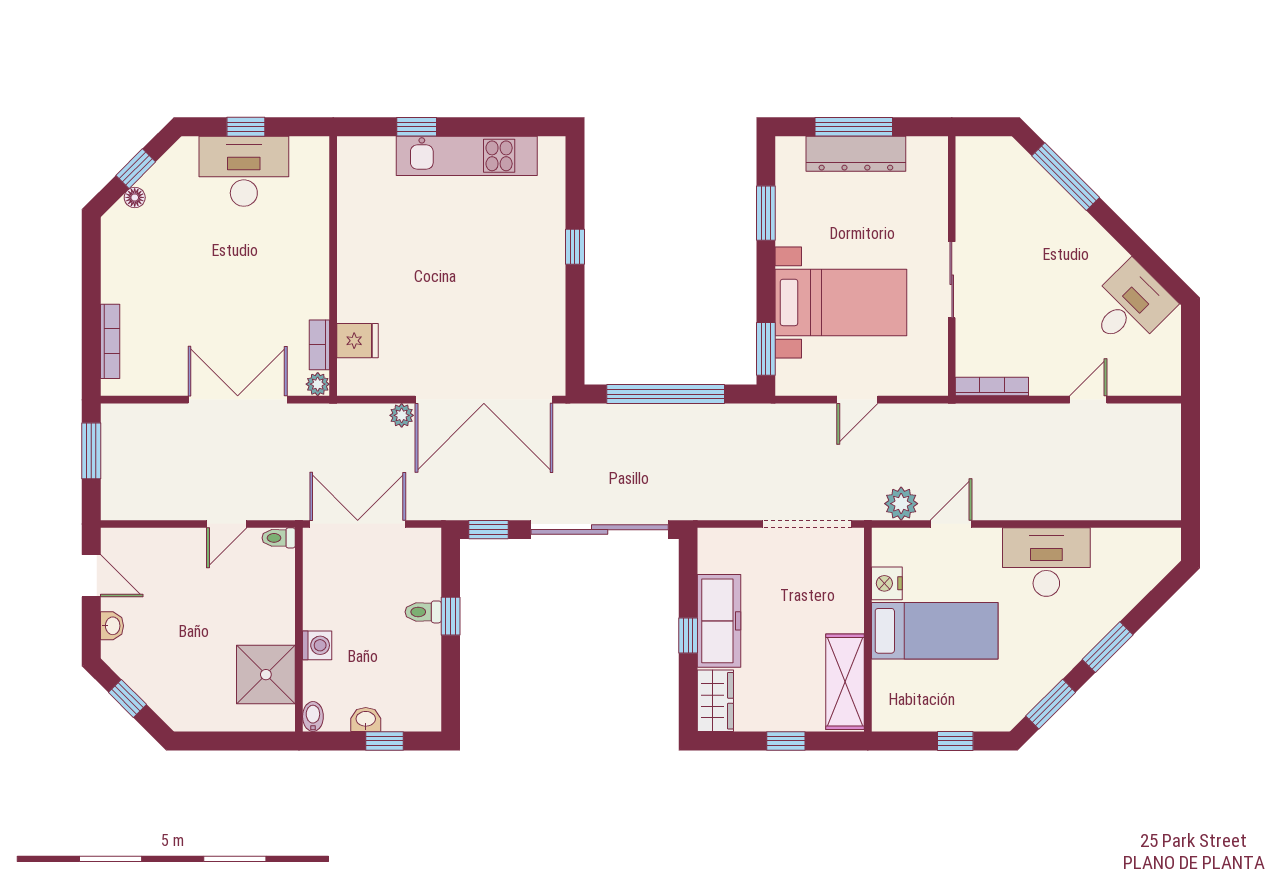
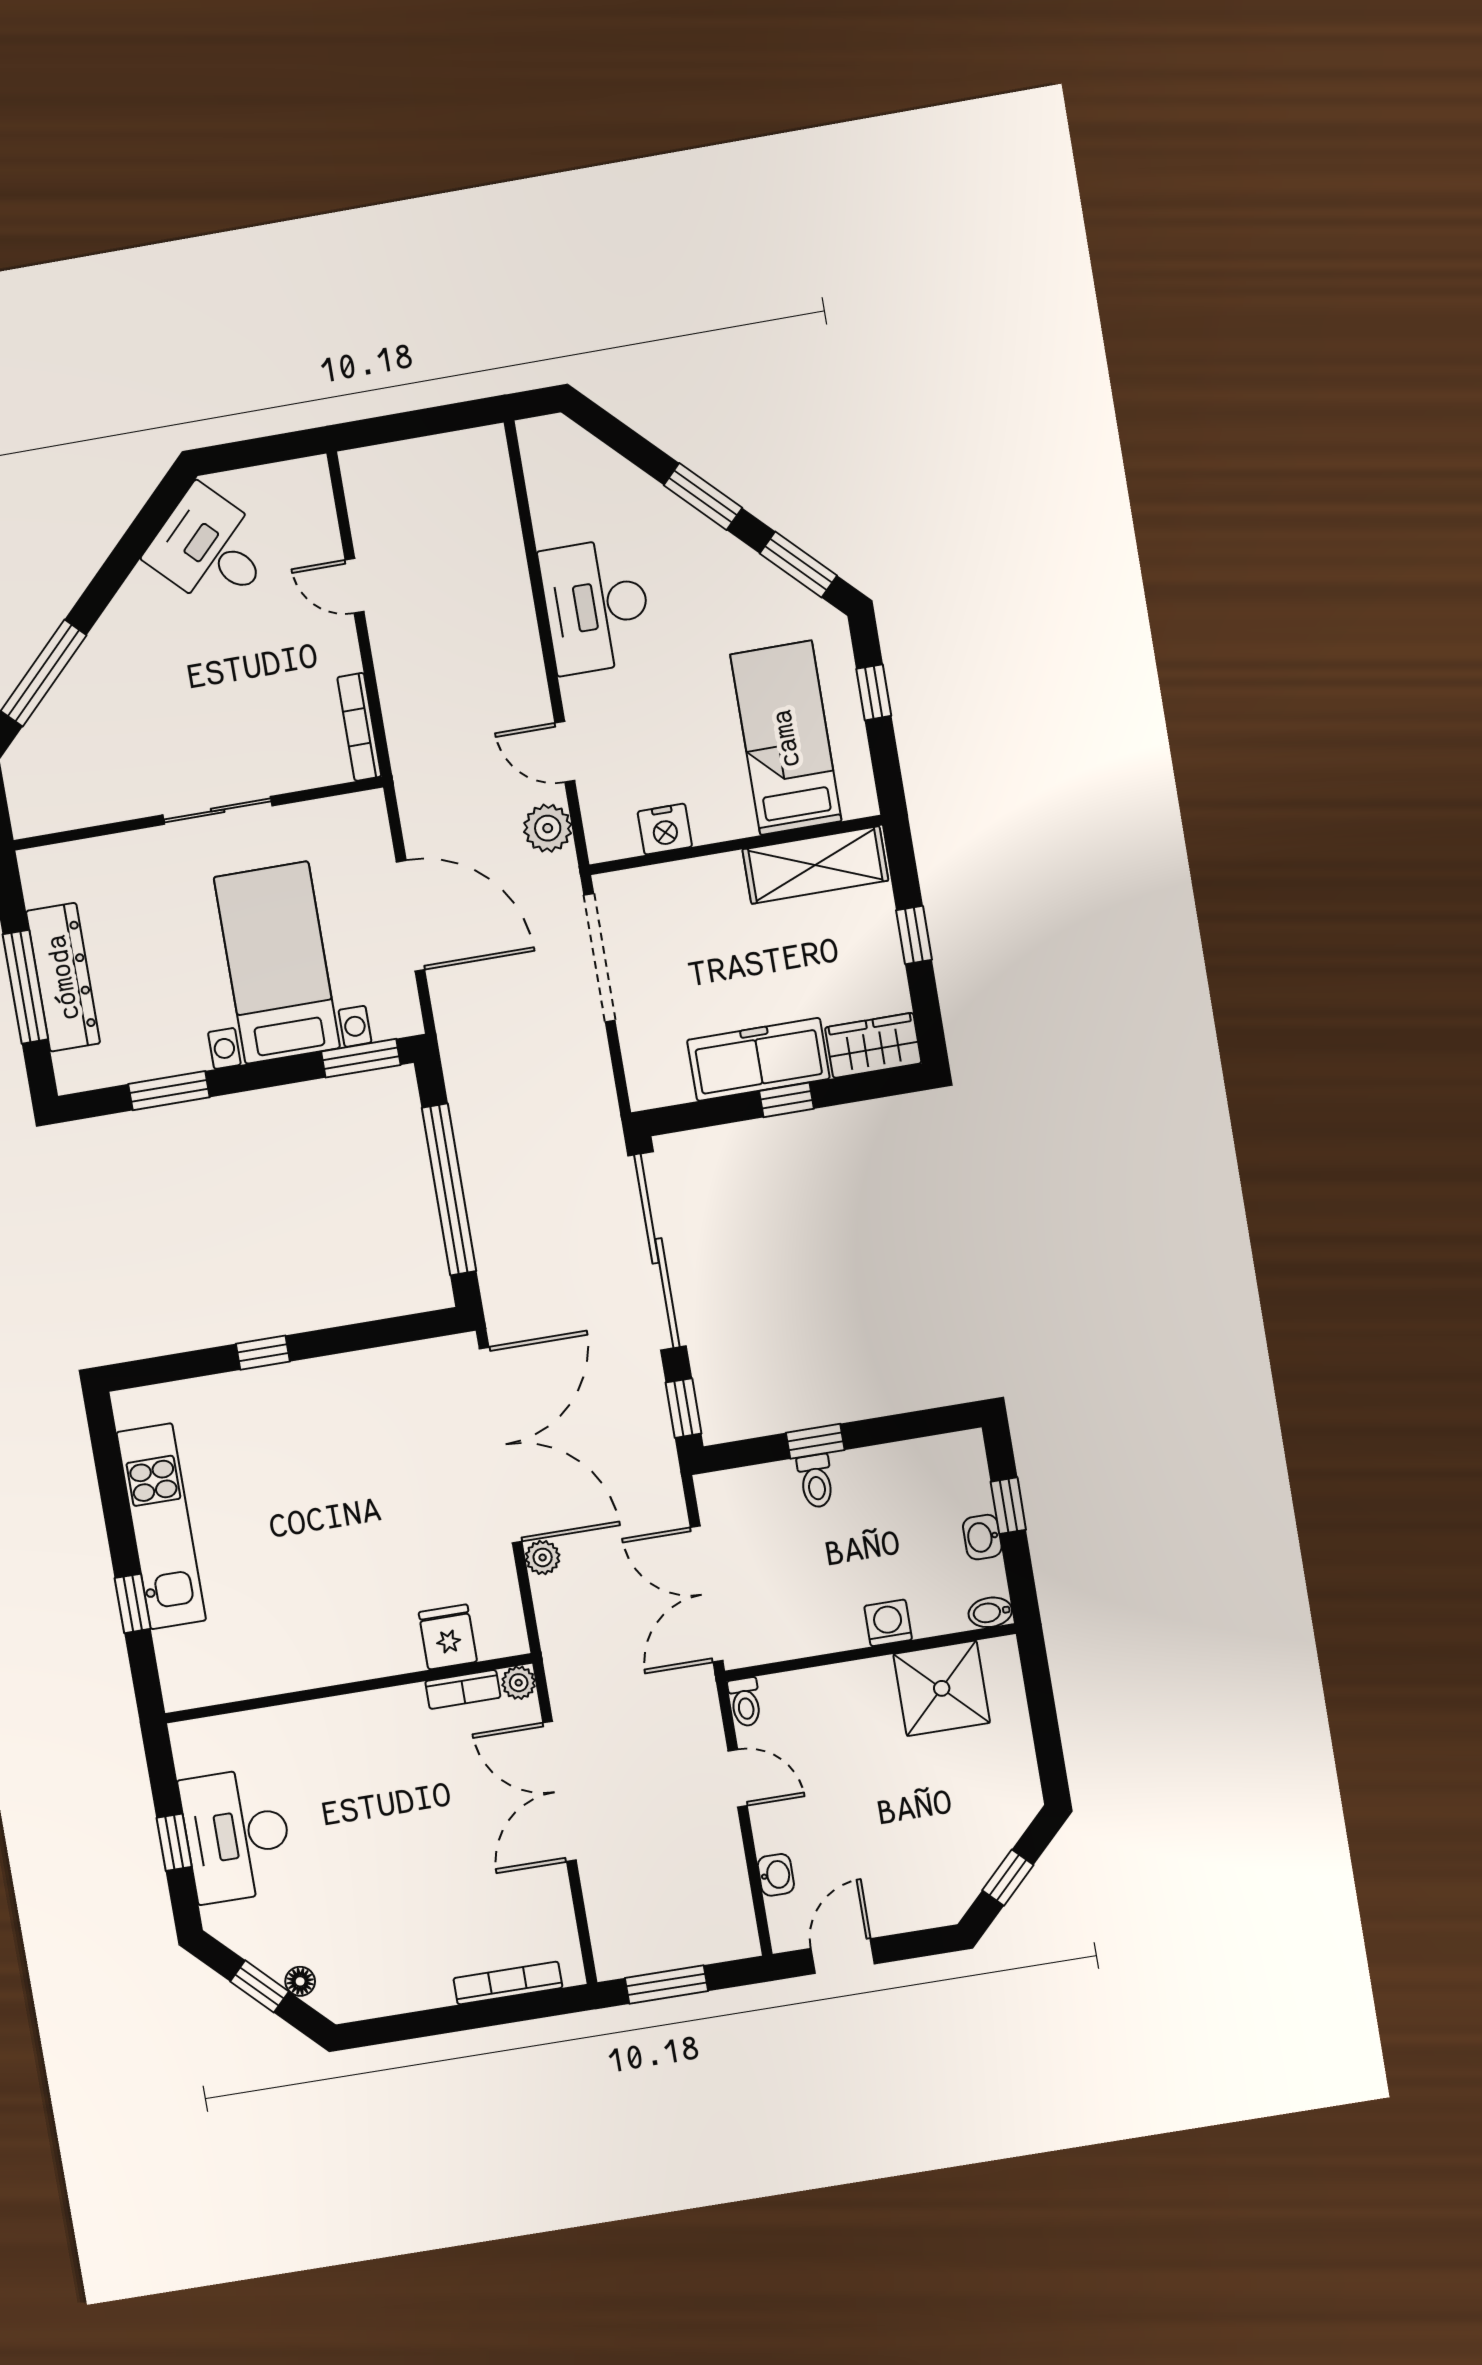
door: (857, 400) -> (411, 916), width x1.87
washbasin: (112, 626) -> (776, 1875), moved, turned 90
bed: (935, 631) -> (786, 738), moved

